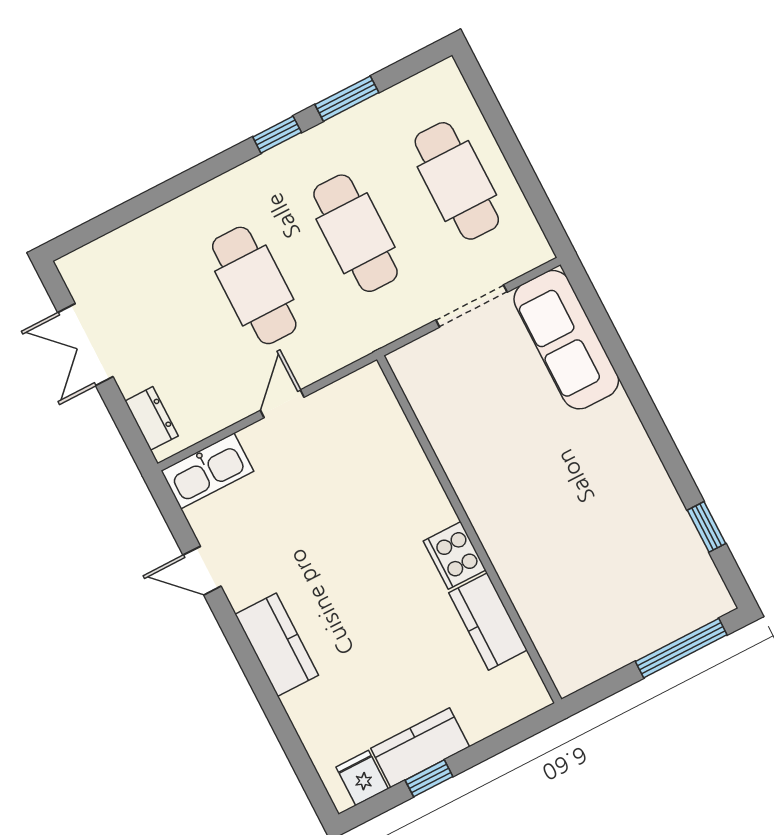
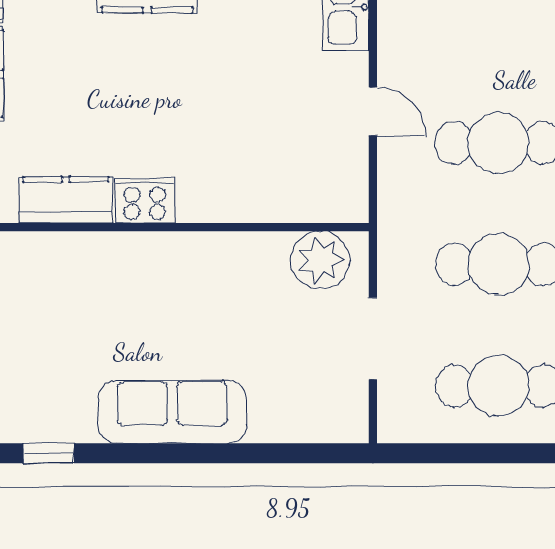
sofa: (566, 340) -> (172, 412), moved
plant: (429, 384) -> (320, 260), added

